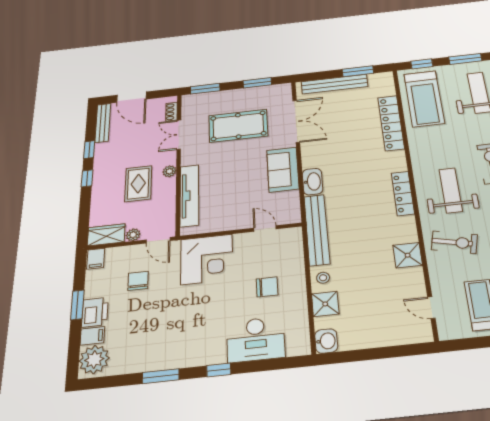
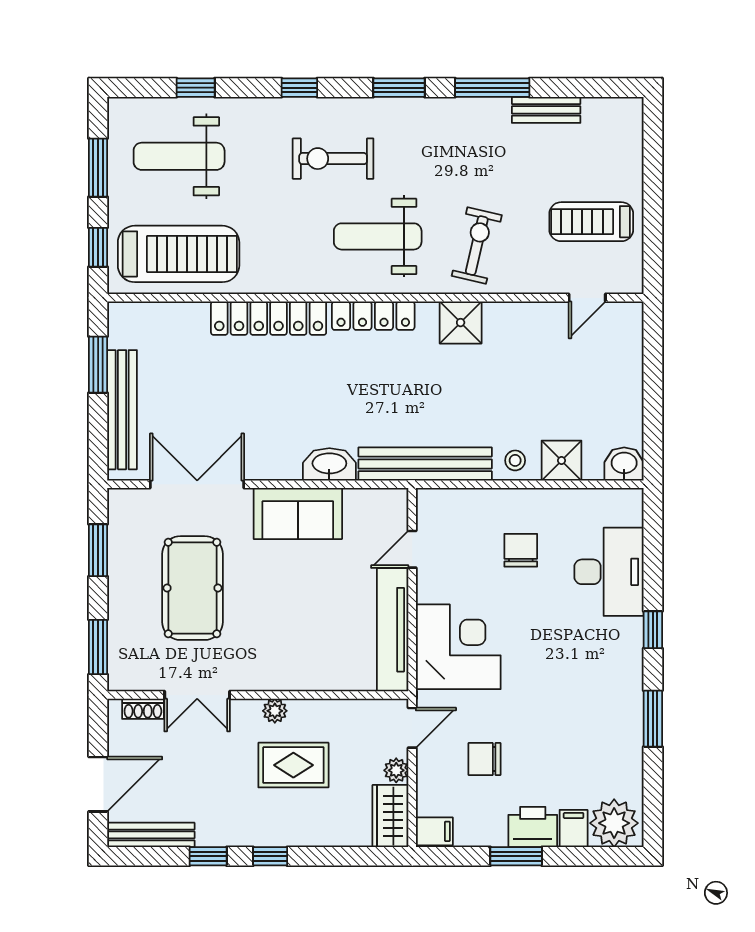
locker: (391, 123) -> (269, 318), moved
tv unit: (189, 196) -> (393, 630), moved, turned -90
shower: (408, 255) -> (461, 323), moved

